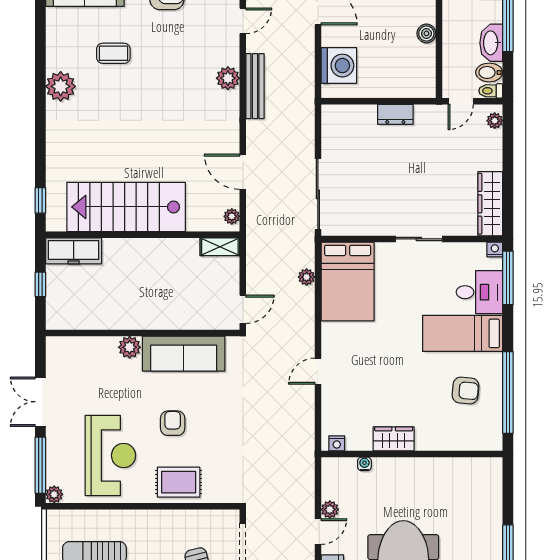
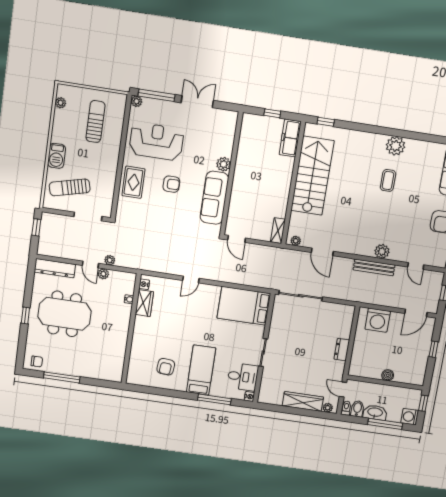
coffee table: (113, 53) -> (388, 180), moved
door: (243, 172) -> (322, 252), swing flipped
wardrobe: (490, 204) -> (303, 401), moved
plant: (307, 277) -> (110, 260), moved
window: (508, 278) -> (214, 399), moved
desk: (479, 292) -> (243, 377), moved, turned -90
door: (318, 371) -> (191, 279), swing flipped
window: (508, 392) -> (161, 392), removed
wardrobe: (394, 439) -> (144, 303), moved
reception desk: (110, 456) -> (156, 141), turned 180

